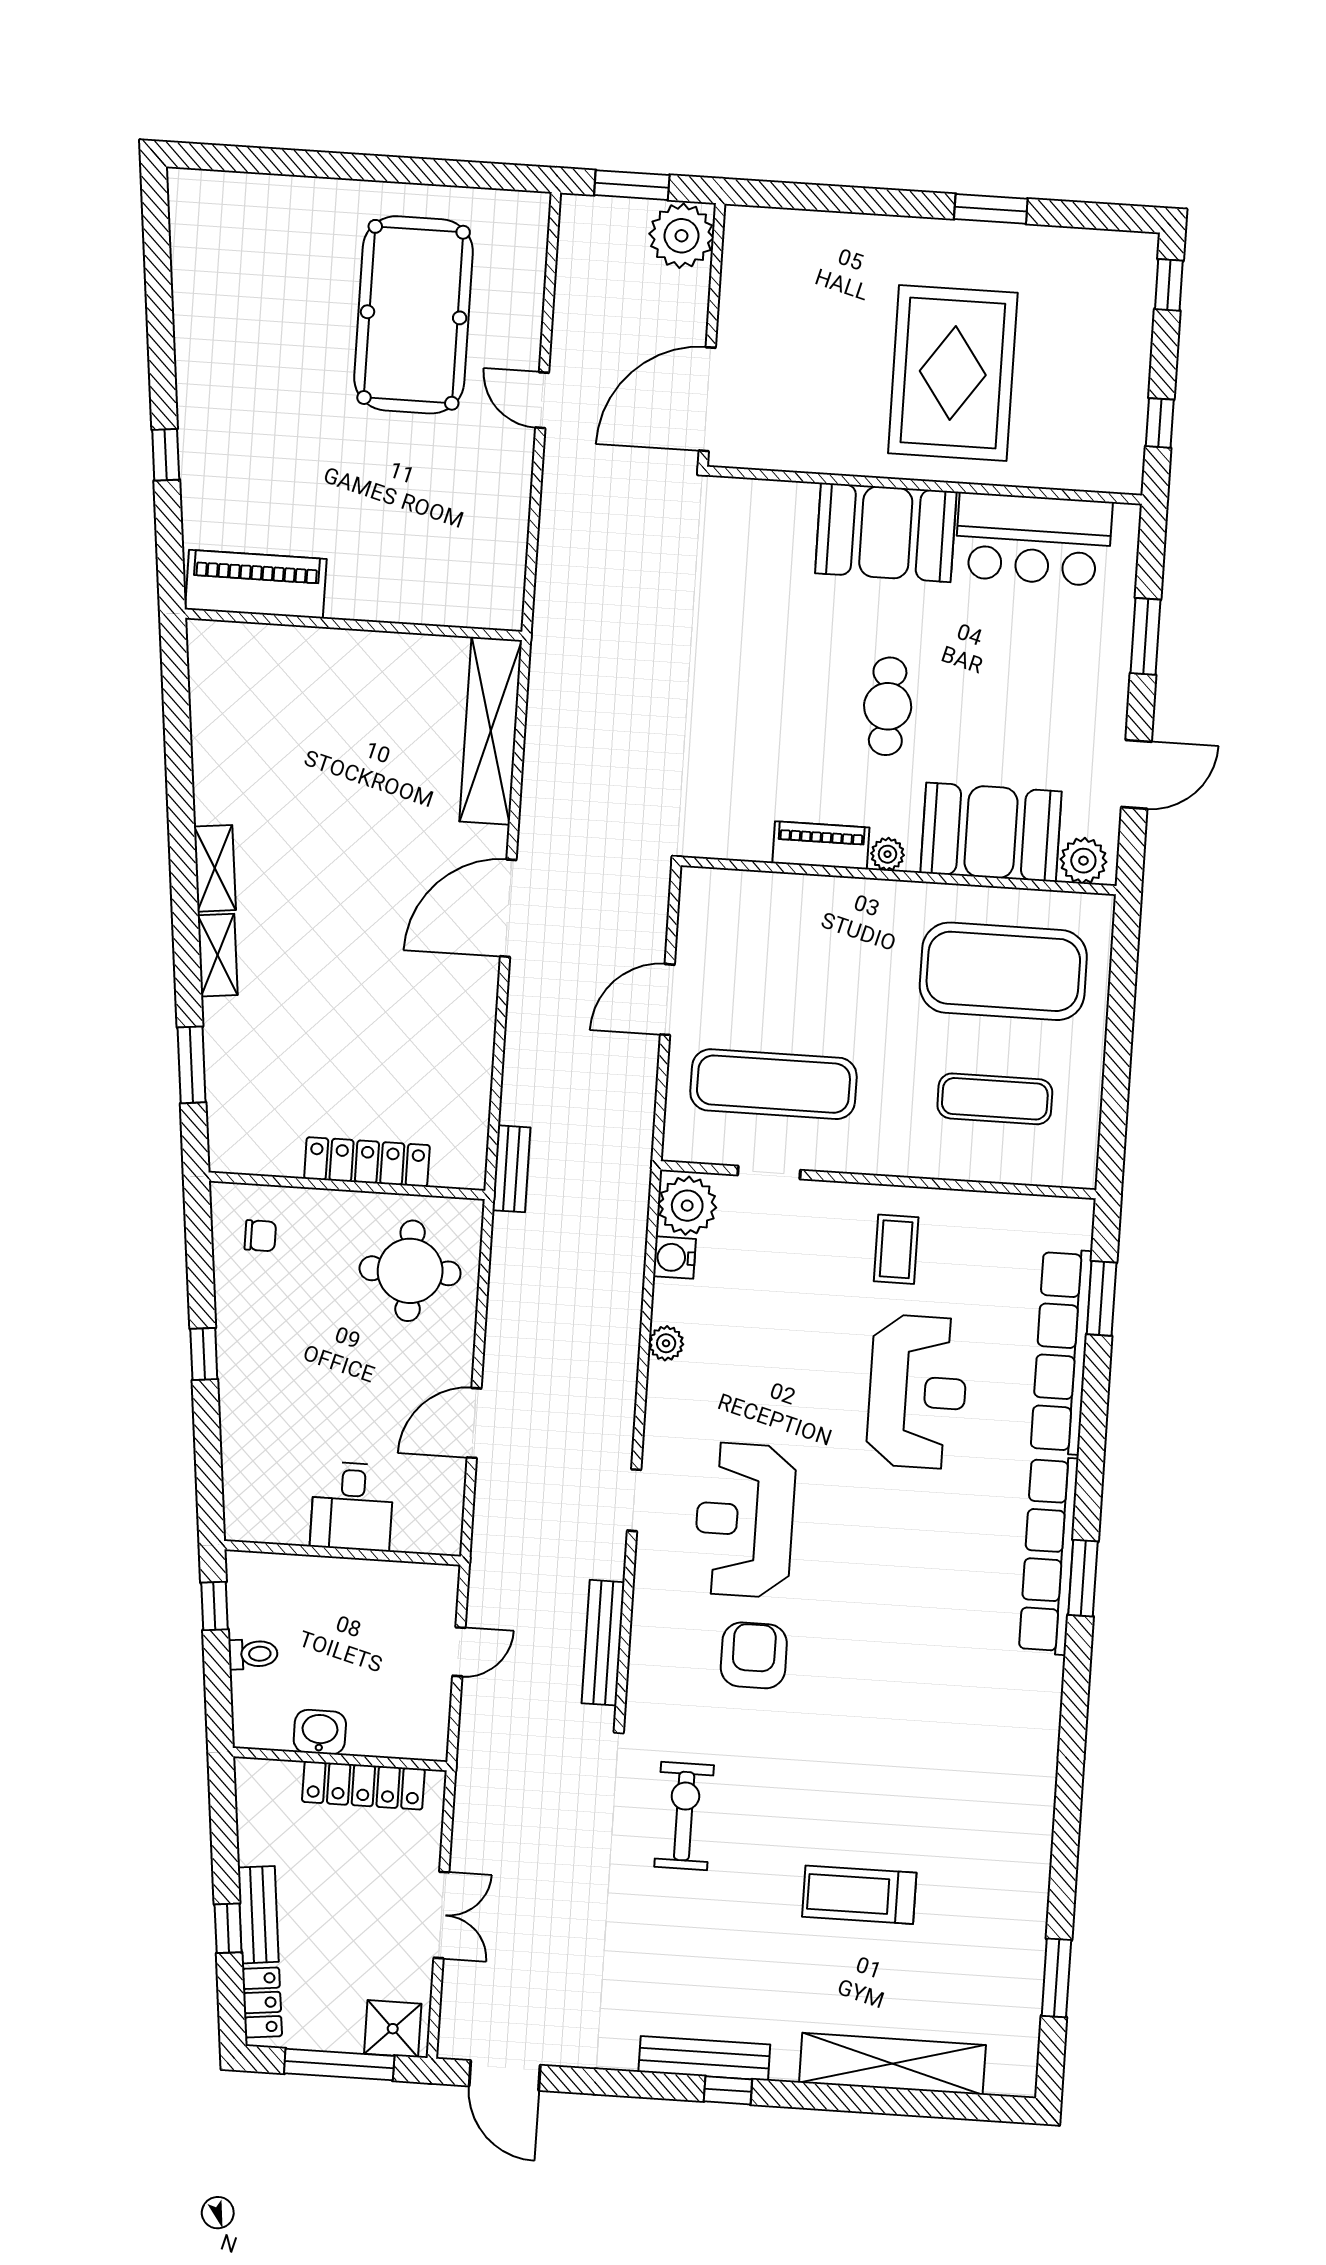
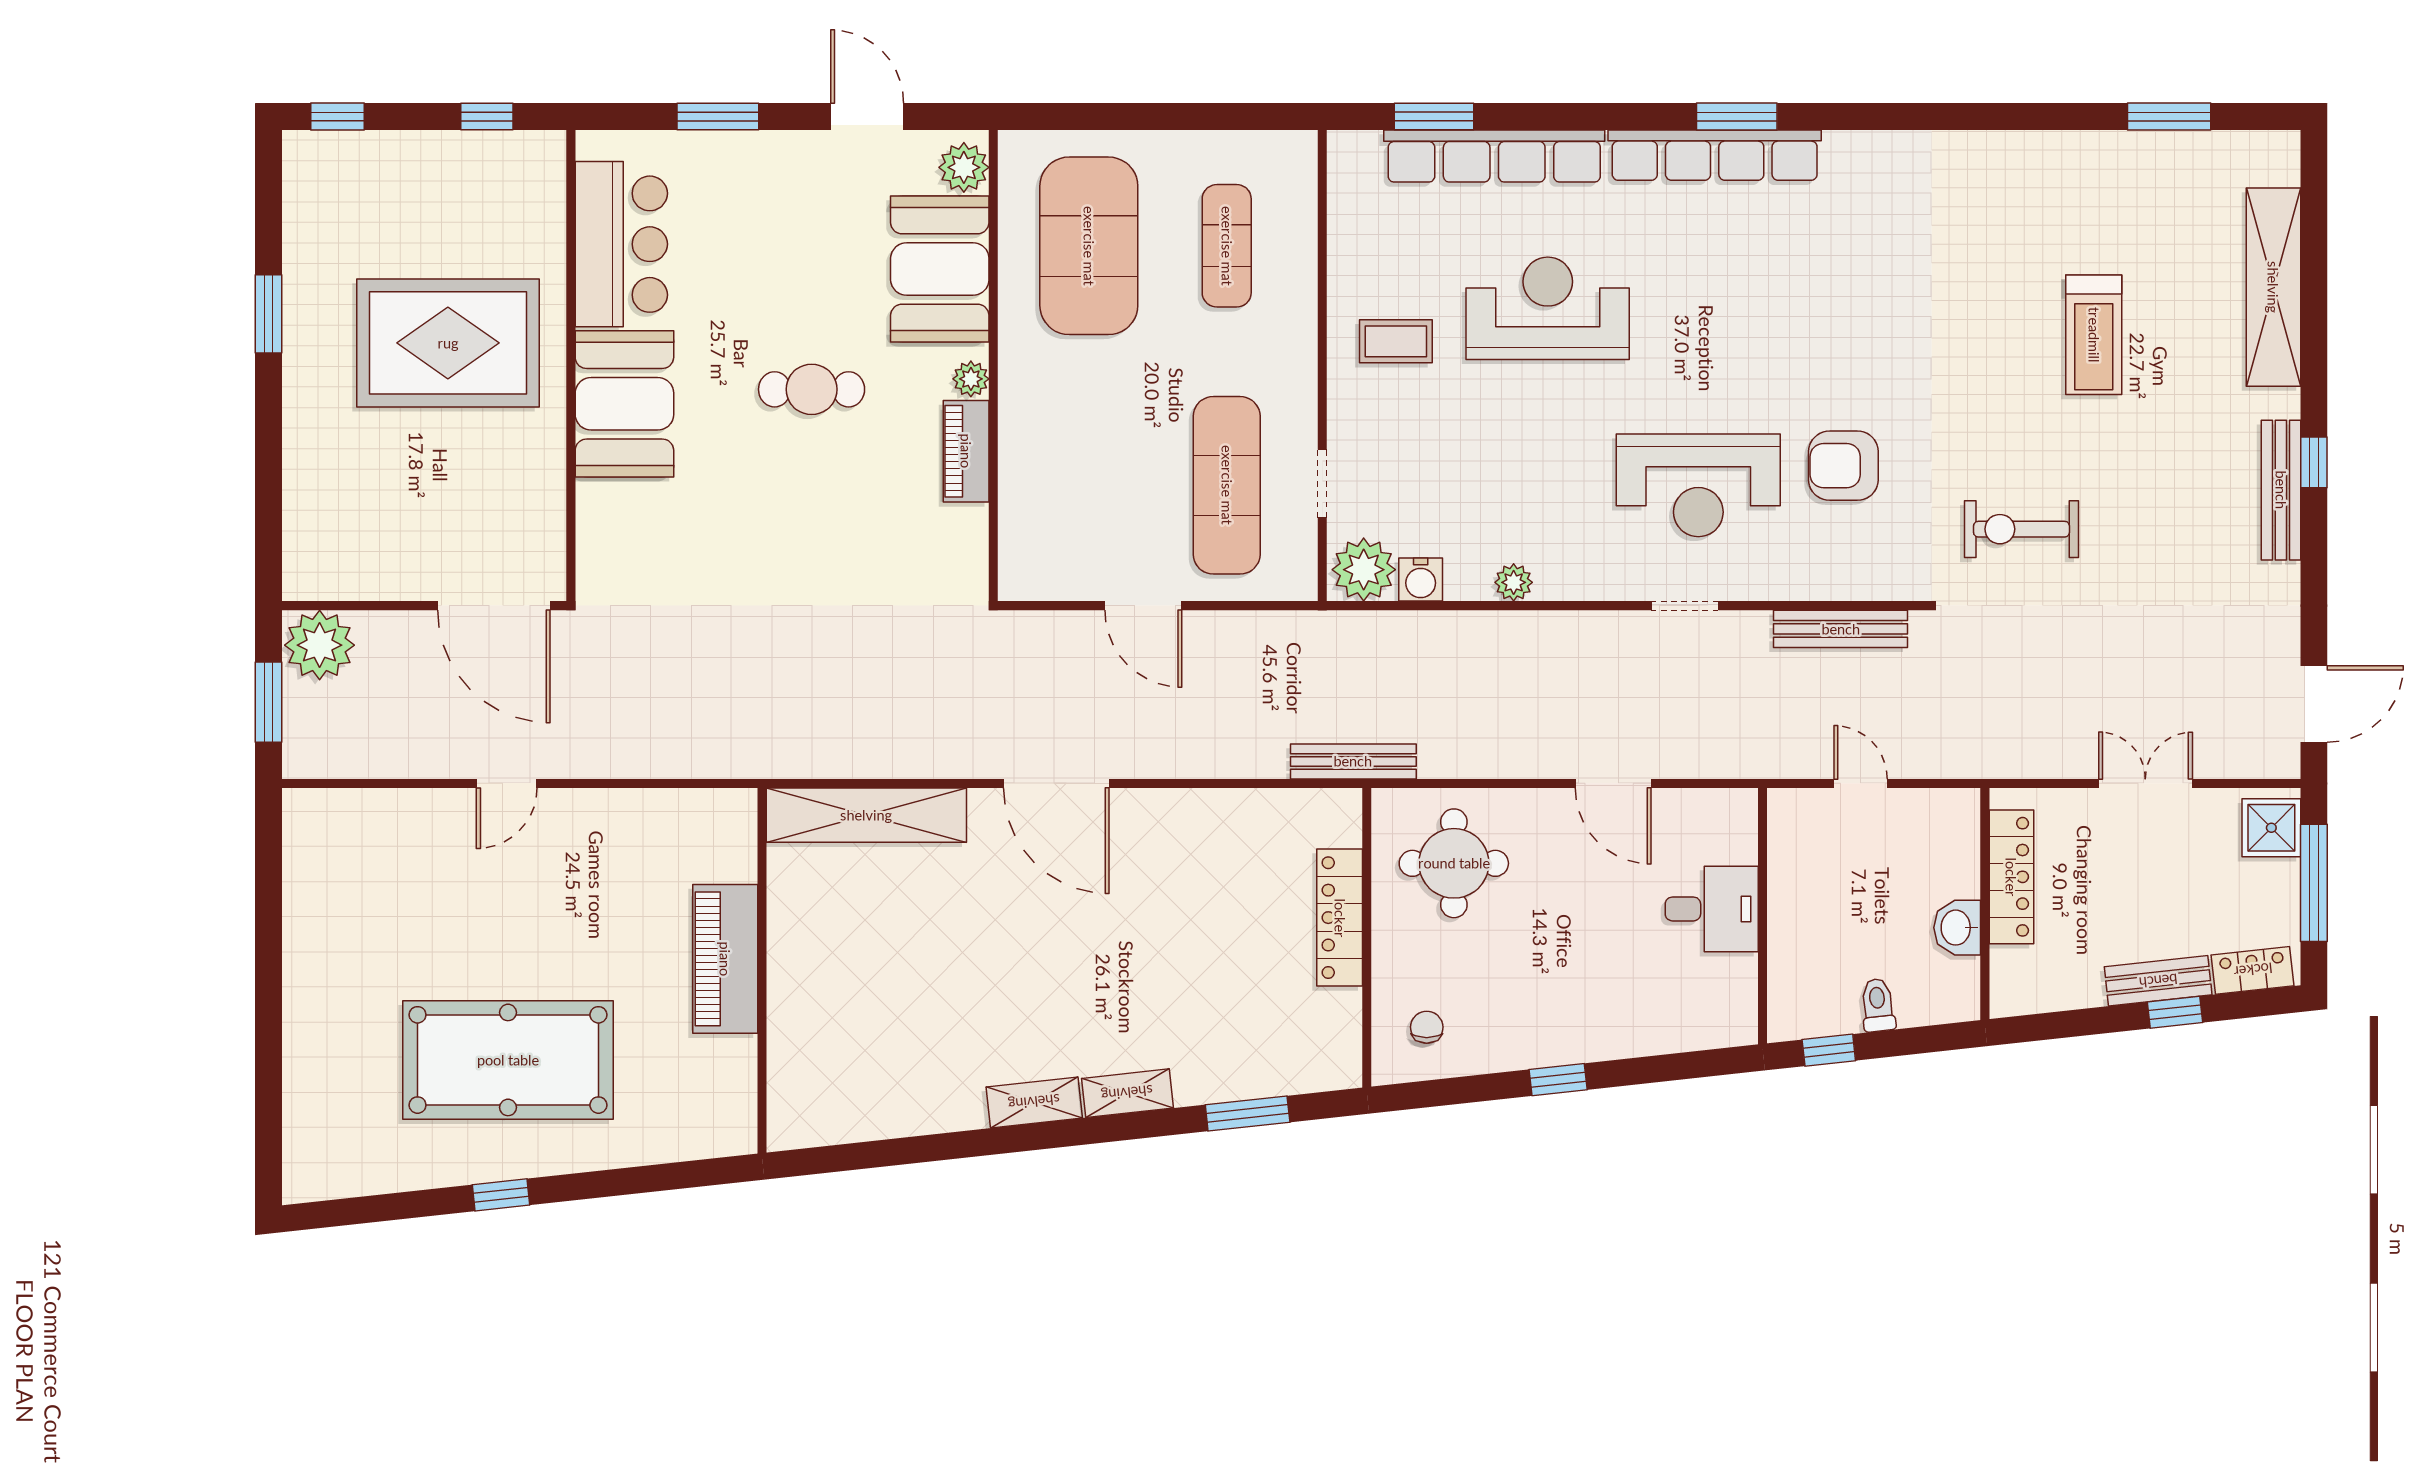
pool table: (414, 315) -> (508, 1060), moved
window: (166, 455) -> (501, 1195), moved
piano: (256, 584) -> (725, 959), moved
bench: (511, 1169) -> (1353, 761), width x1.36

